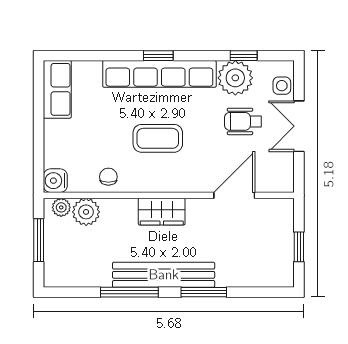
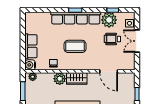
row of seats: (57, 89) -> (31, 46), moved
door: (234, 195) -> (109, 71), swing flipped
plant: (86, 212) -> (60, 79), moved

